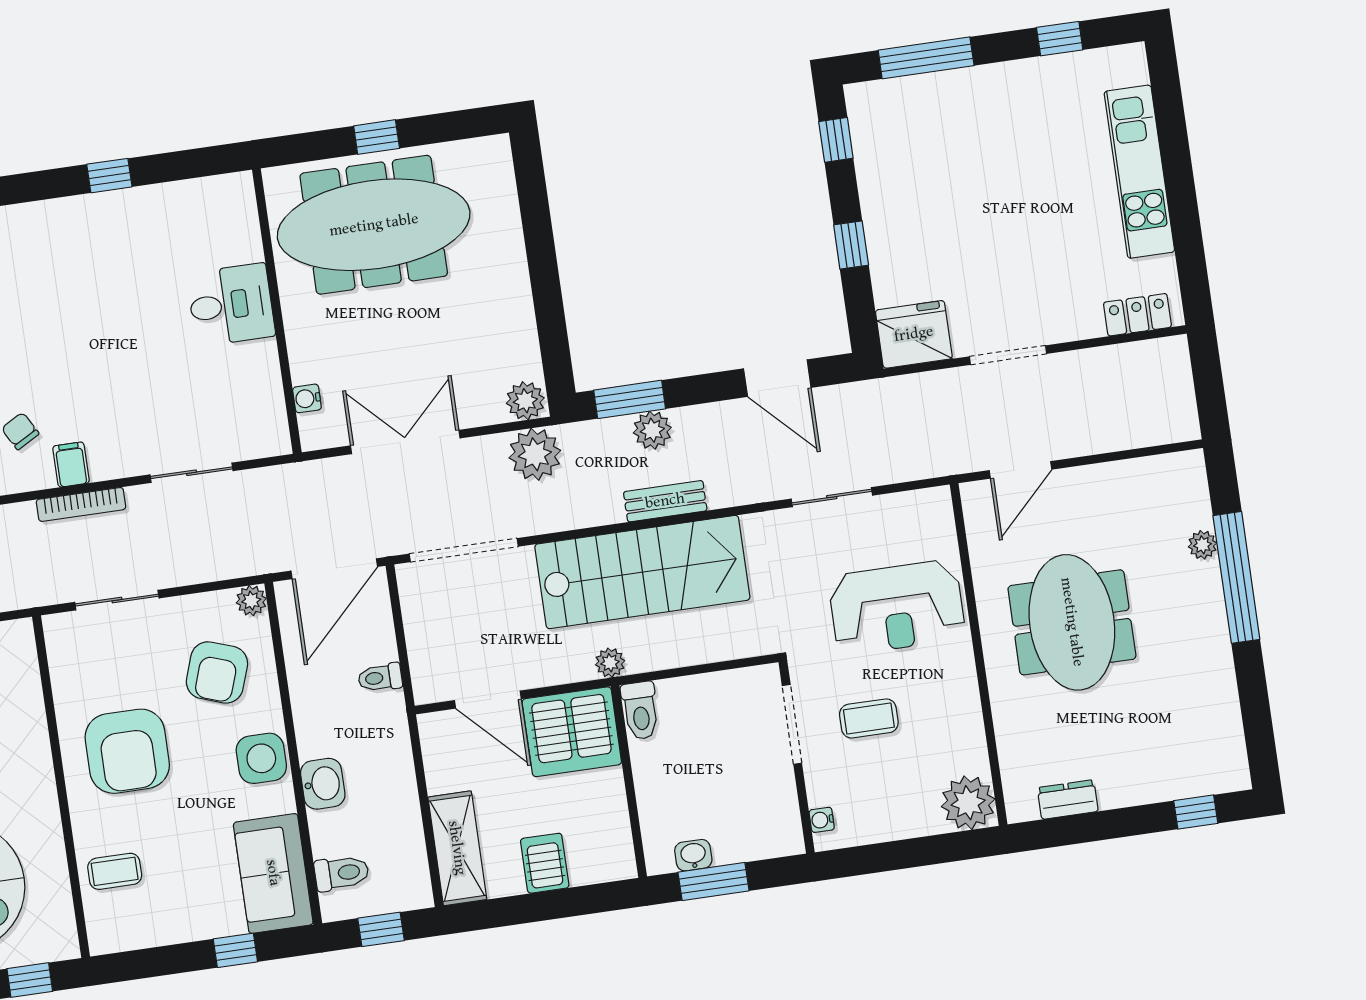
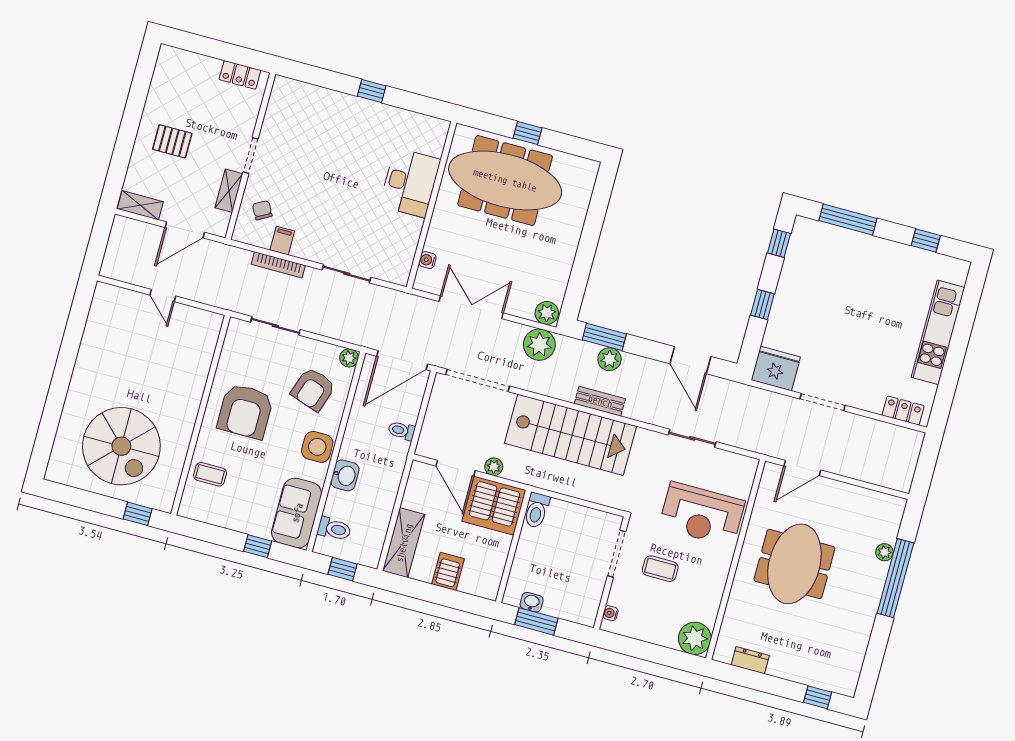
desk: (231, 305) -> (410, 183), width x1.37
plant: (610, 663) -> (494, 467), moved

